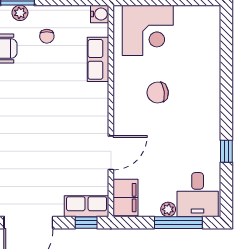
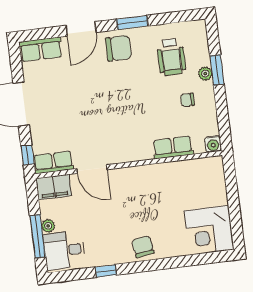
corner desk: (148, 30) -> (209, 230), moved
chair: (158, 92) -> (143, 247), moved
row of seats: (87, 206) -> (53, 162), moved, turned -90

